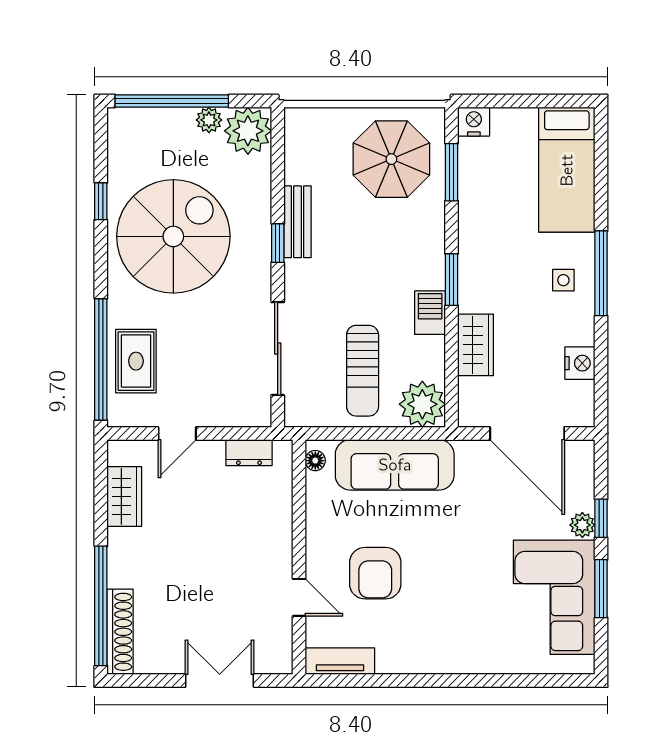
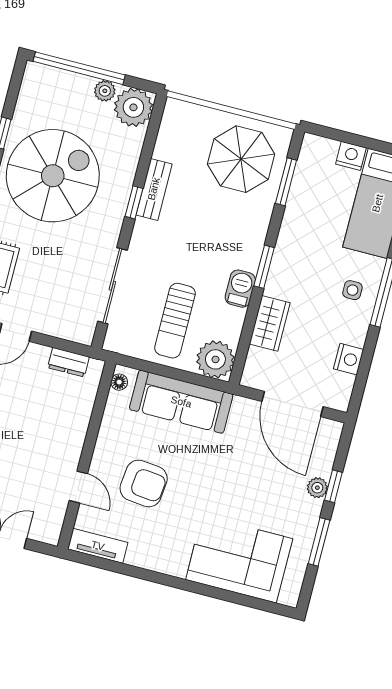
nightstand: (474, 122) -> (351, 156), moved
armchair: (375, 573) -> (144, 483), turned -84
corner sofa: (554, 597) -> (239, 559), moved, turned 90

